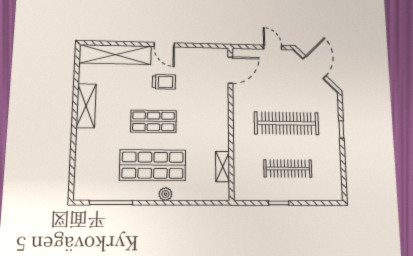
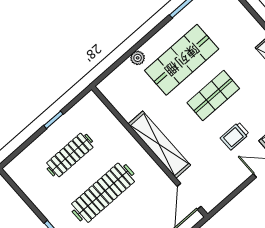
shelving: (223, 167) -> (159, 145), moved, width x2.20, depth x1.33
plant: (165, 194) -> (138, 58), moved

